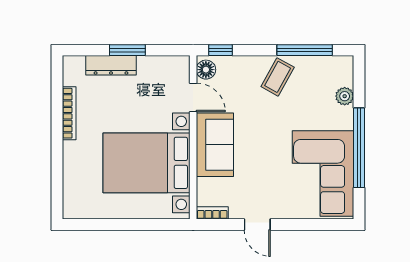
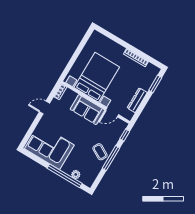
window: (127, 50) -> (155, 84), moved
window: (305, 50) -> (111, 158), moved
dresser: (111, 65) -> (137, 100), moved
floor lamp: (206, 70) -> (120, 124), removed
window: (359, 148) -> (65, 176), moved

